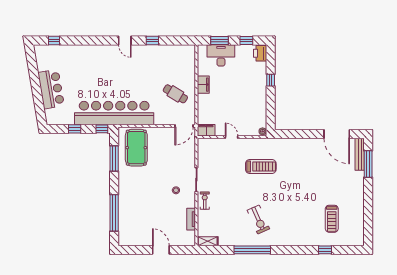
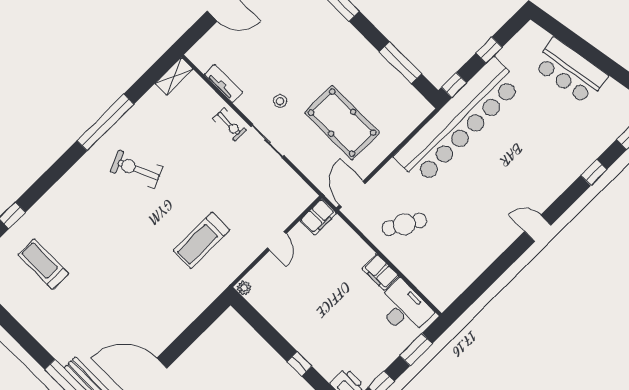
window: (152, 40) -> (594, 172), moved
desk: (221, 55) -> (404, 308), moved, turned -90
door: (232, 137) -> (277, 241), hinge flipped
pool table: (136, 148) -> (342, 123), moved

